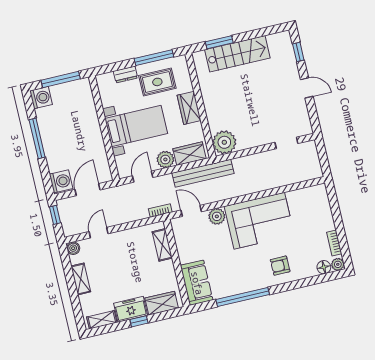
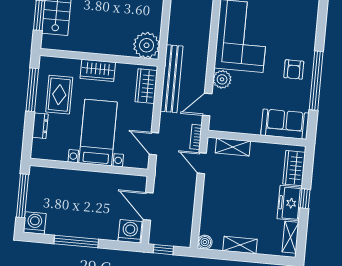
plant: (165, 159) -> (144, 114), removed
door: (99, 233) -> (202, 163), moved
armchair: (280, 266) -> (294, 69), moved

